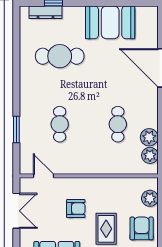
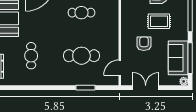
cafe table: (60, 56) -> (31, 56), width x0.73, depth x0.74
cafe table: (60, 124) -> (81, 56), width x1.37, depth x1.35

